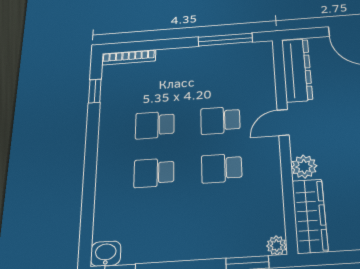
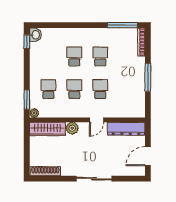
window: (225, 40) -> (148, 77), moved
window: (95, 91) -> (122, 25), width x2.17
door: (283, 123) -> (97, 120), swing flipped
school desk: (223, 219) -> (48, 89), added

